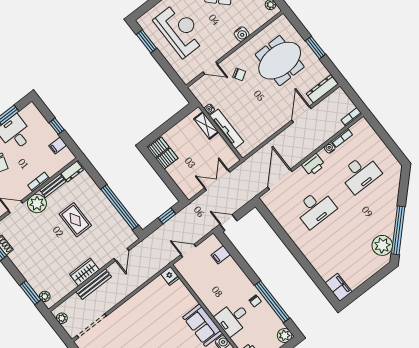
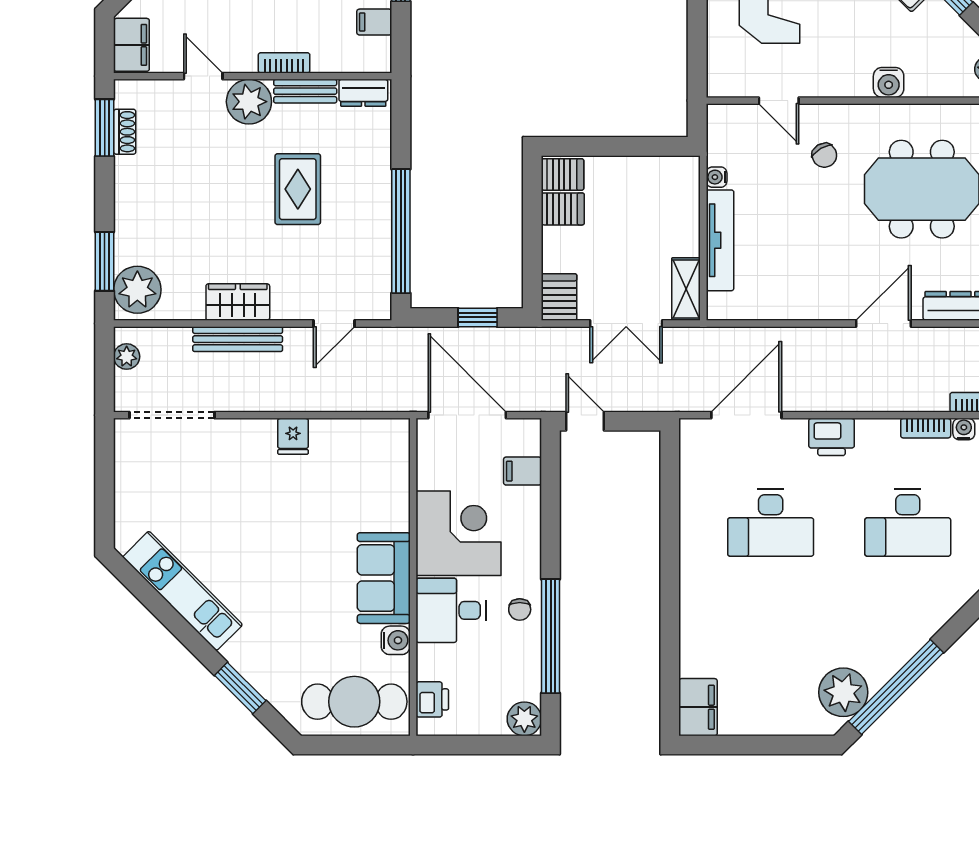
shelving: (206, 125) -> (686, 289), moved
water cooler: (330, 148) -> (964, 429), moved
double door: (217, 180) -> (626, 324), swing flipped
server rack: (188, 188) -> (559, 297), added
door: (188, 251) -> (467, 415), width x1.87
fridge: (170, 276) -> (293, 436), moved
corner desk: (216, 291) -> (459, 533), added
plant: (45, 296) -> (137, 290), width x1.87, depth x1.87

